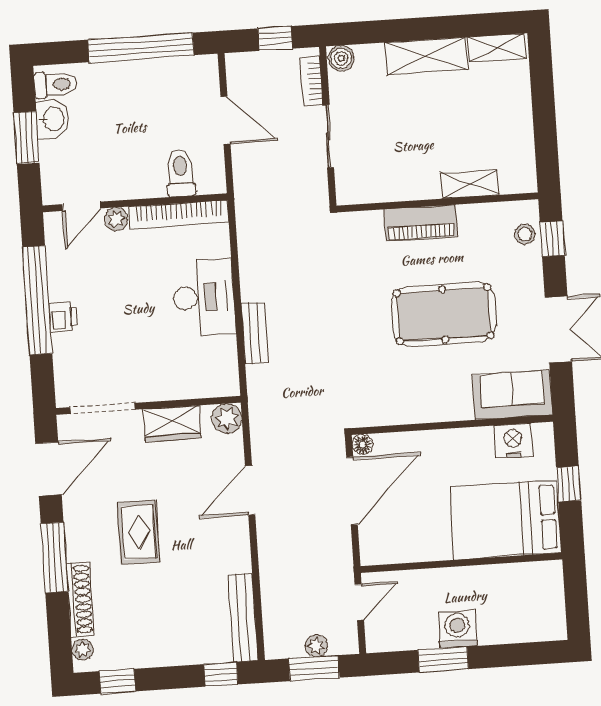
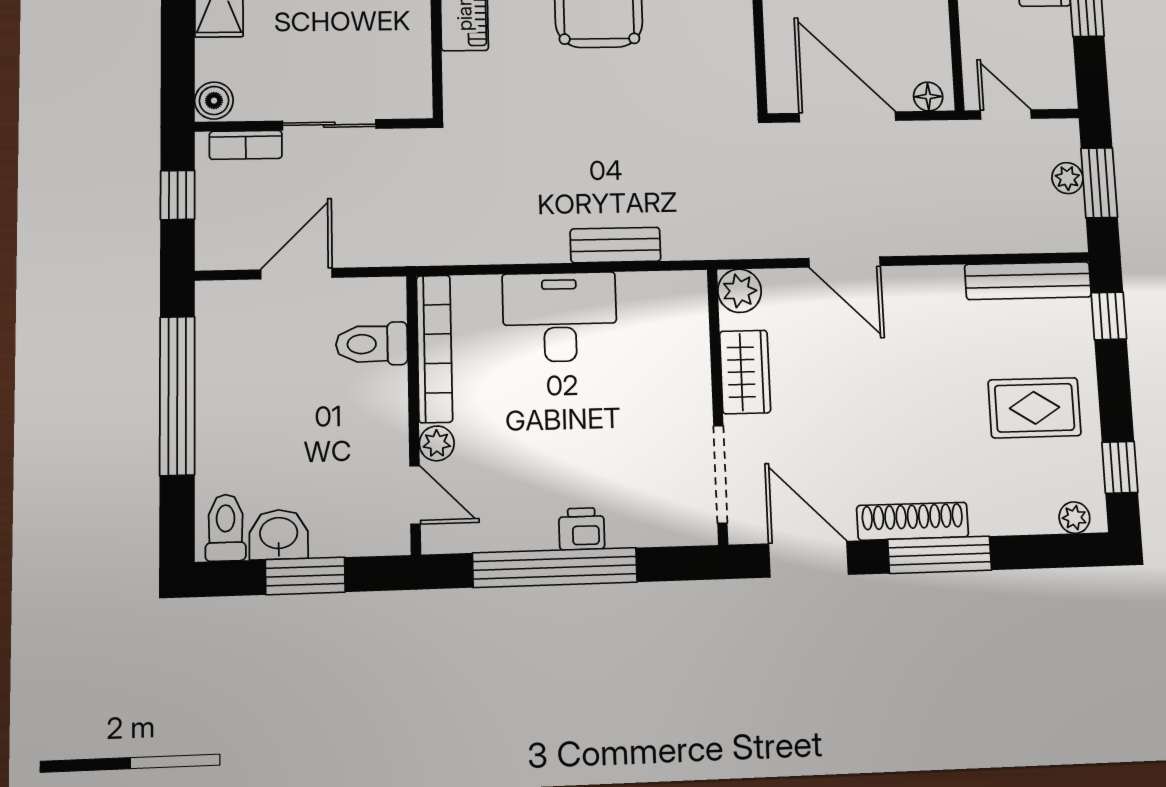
floor lamp: (363, 444) -> (928, 97), moved
rug: (138, 532) -> (1035, 408), moved
shoe rack: (80, 599) -> (913, 521), moved

